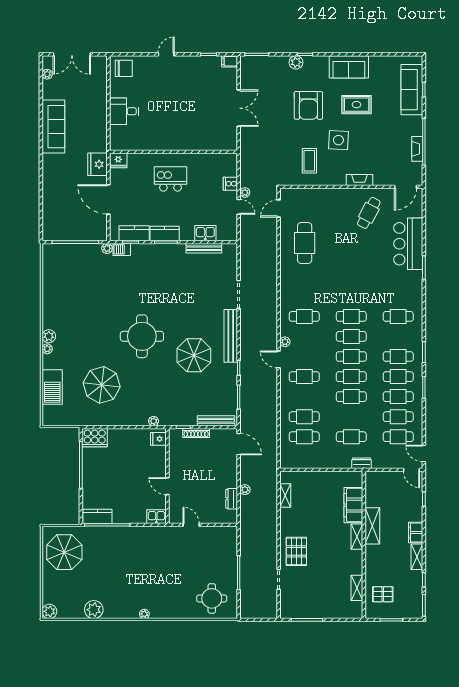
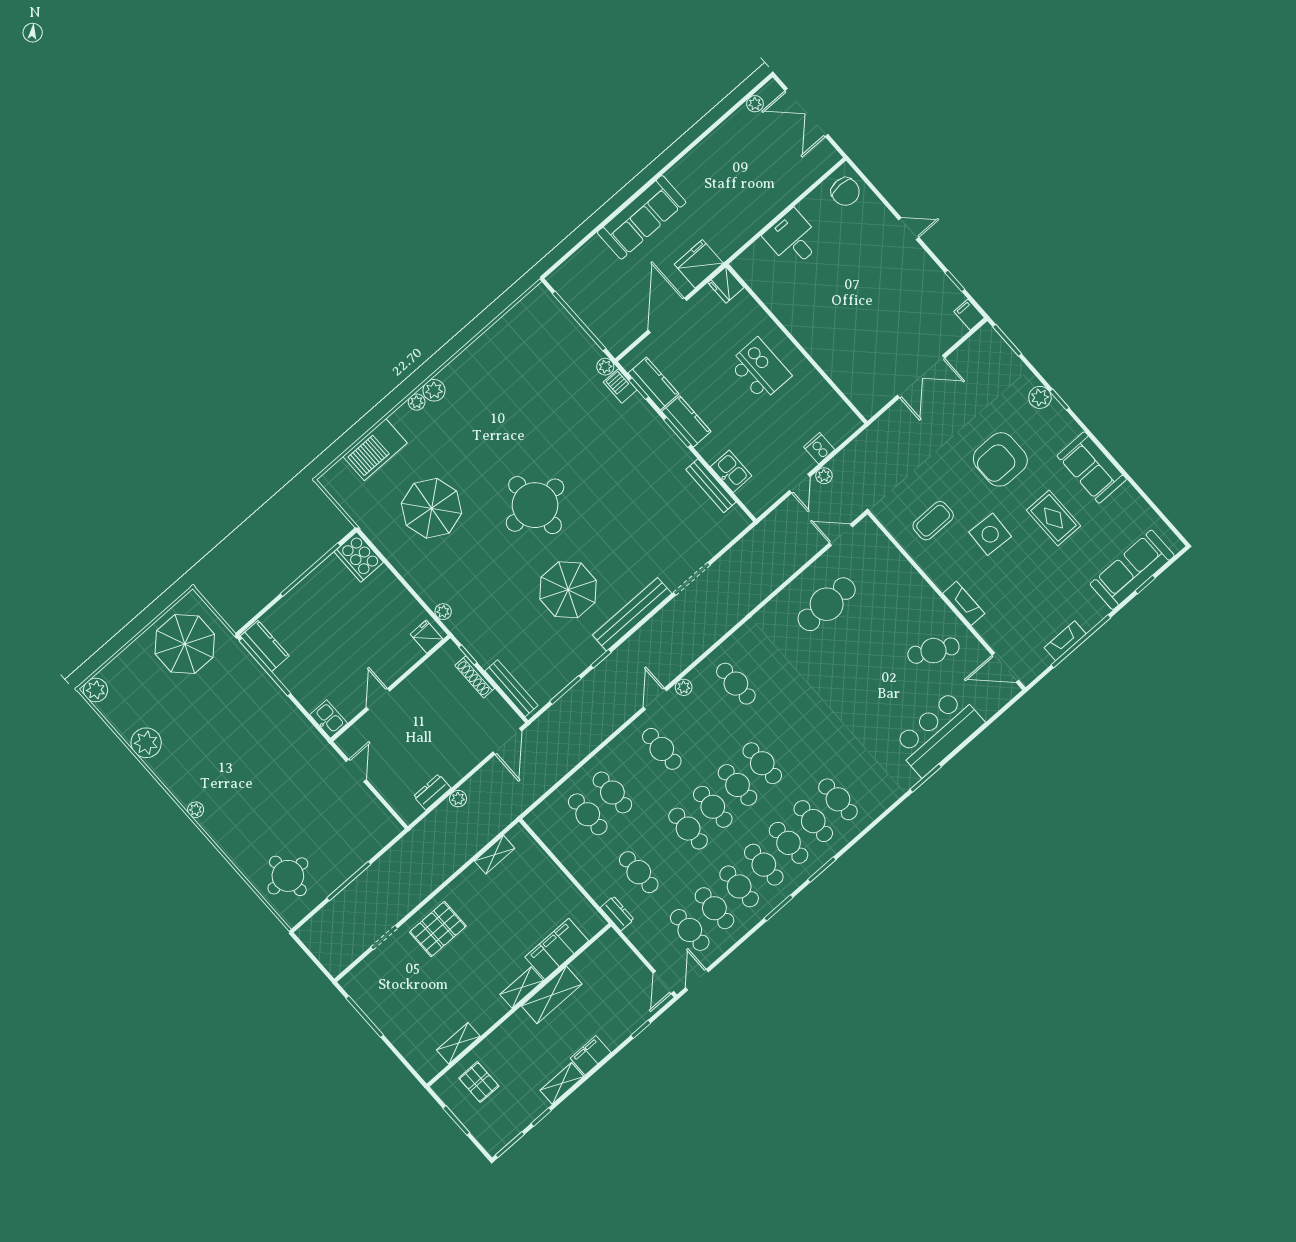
sofa: (53, 127) -> (642, 217), moved
cafe table: (351, 316) -> (813, 821), moved

